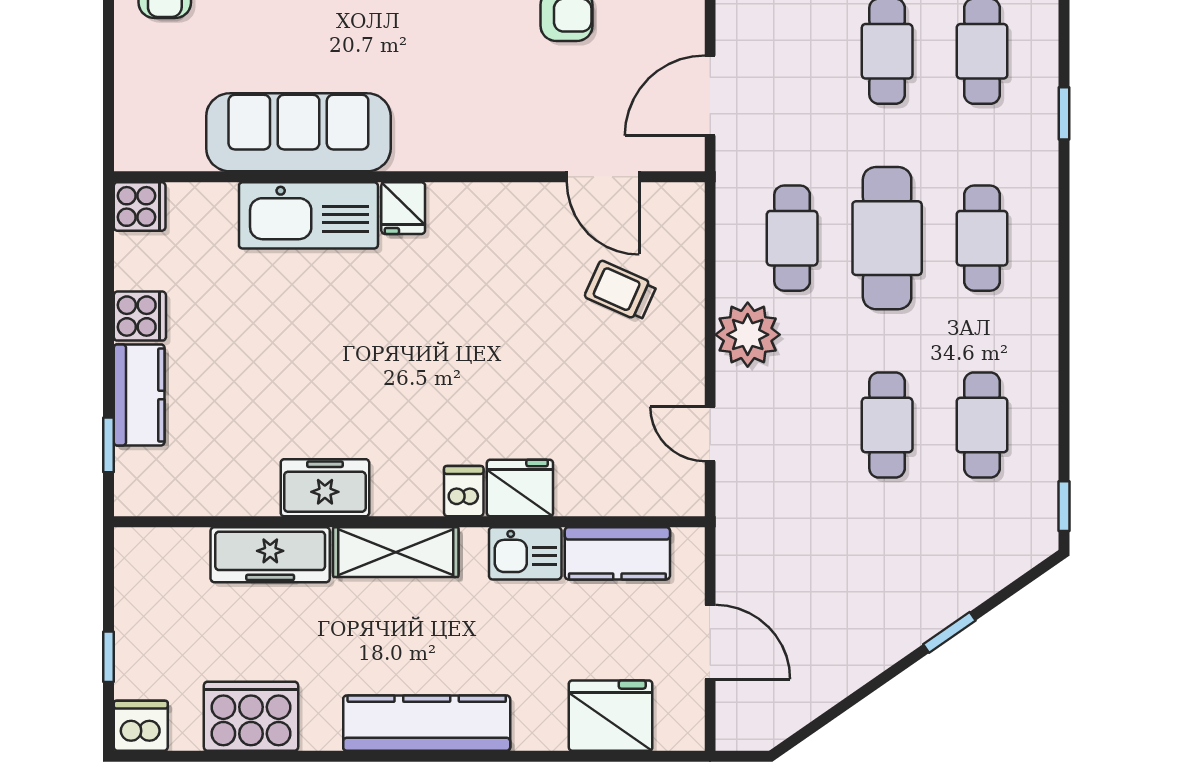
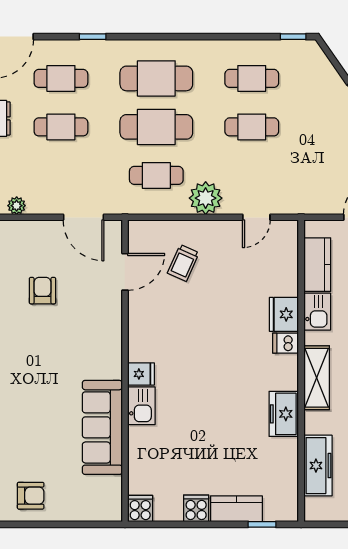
kitchen sink: (308, 215) -> (141, 406), width x0.53, depth x0.81
cafe table: (982, 238) -> (156, 78), width x1.37, depth x1.35
freezer: (270, 555) -> (318, 466), moved

